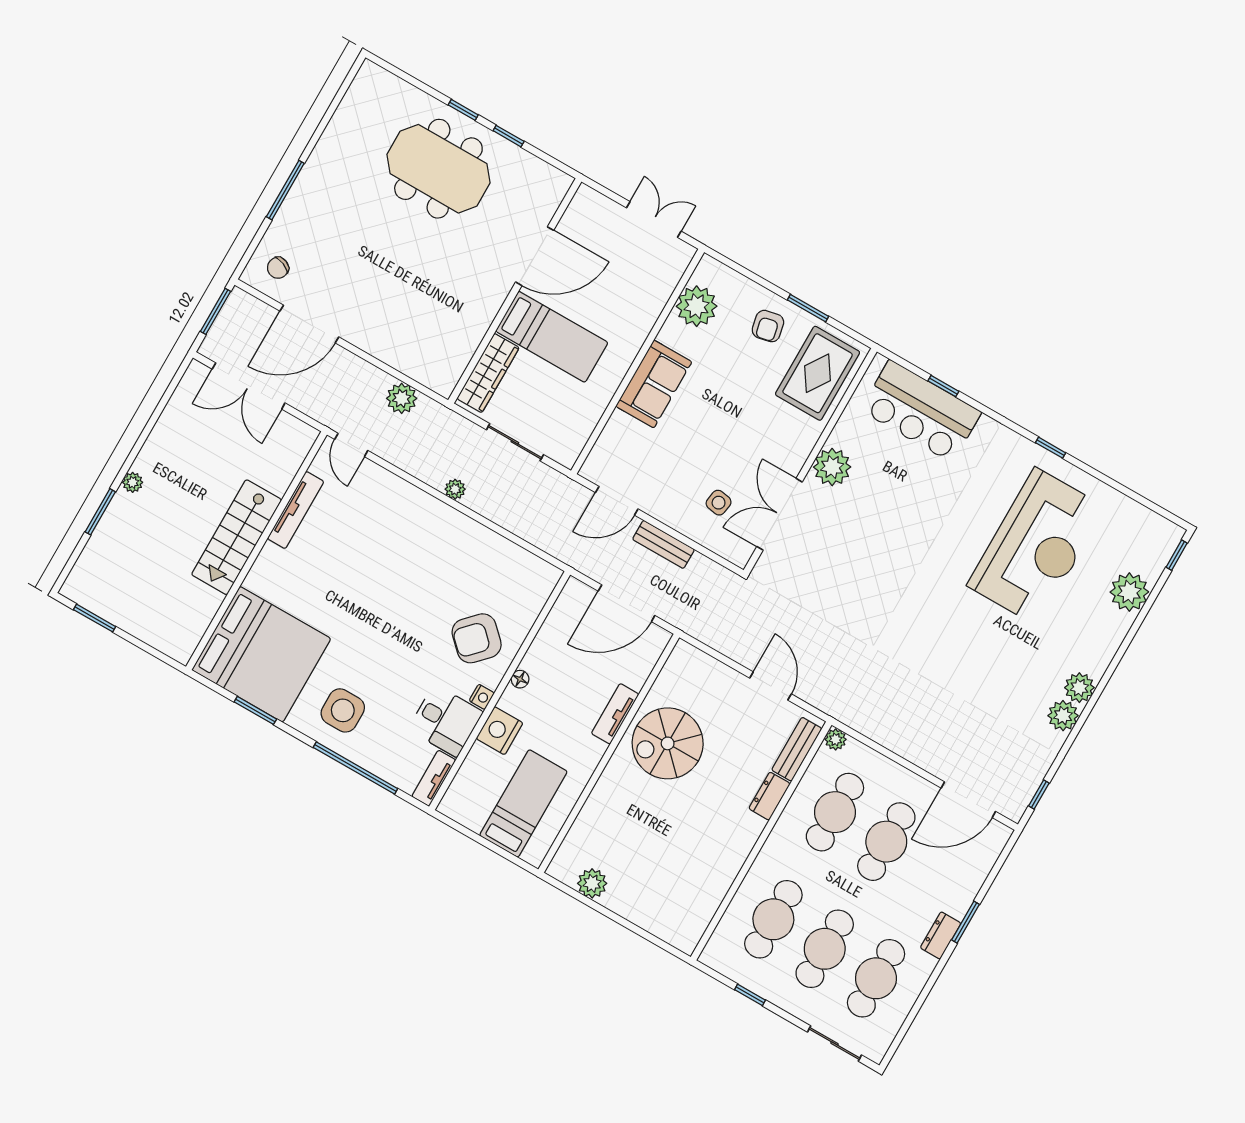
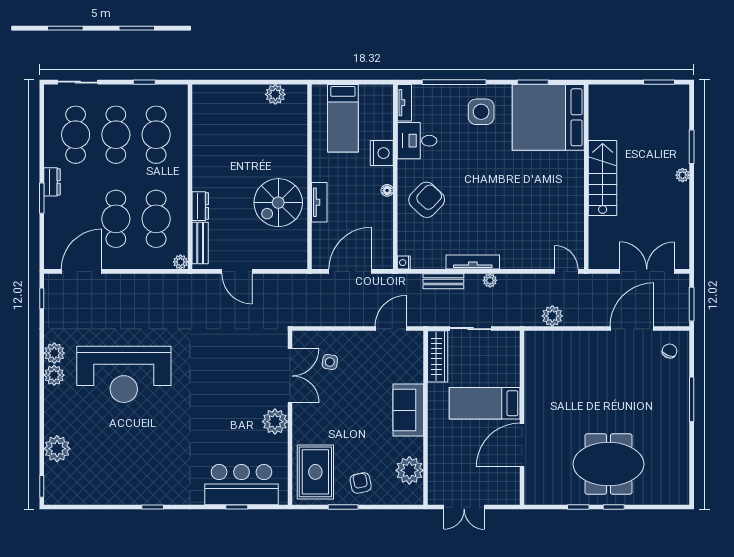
wardrobe: (488, 373) -> (438, 356), moved, turned 180
tv unit: (296, 510) -> (473, 262), moved, turned 90
bench: (663, 544) -> (443, 281), moved
reception desk: (1036, 546) -> (124, 374), moved, turned -90
nightstand: (482, 697) -> (404, 263), moved
spiral stairs: (668, 743) -> (278, 203), turned 180

